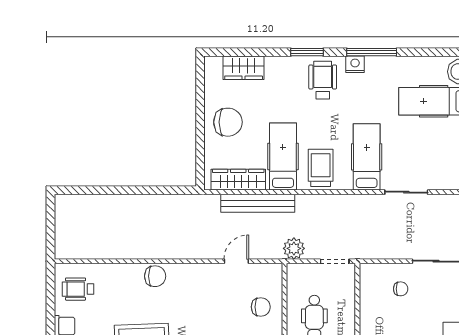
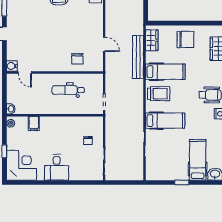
chair: (228, 122) -> (185, 40), turned -90
wardrobe: (238, 180) -> (152, 40), width x0.67
plant: (294, 248) -> (112, 78), removed

